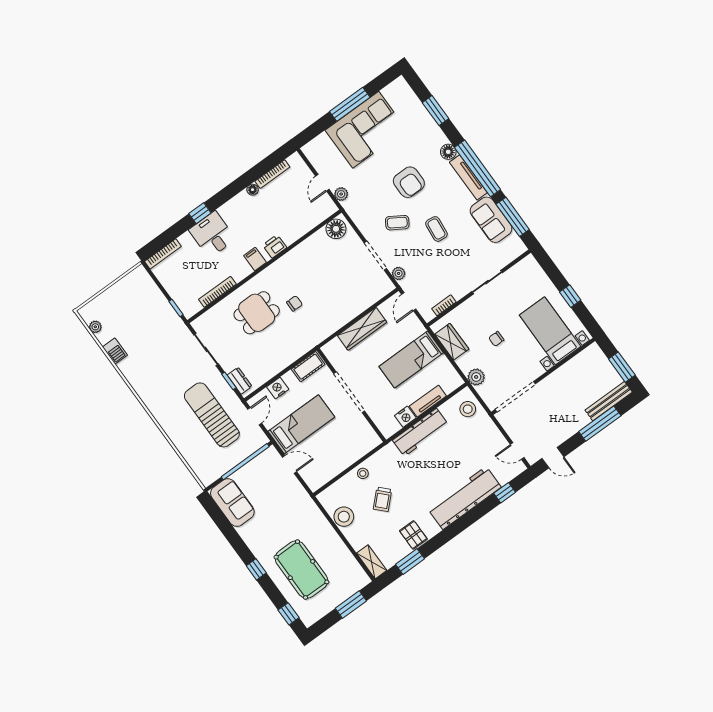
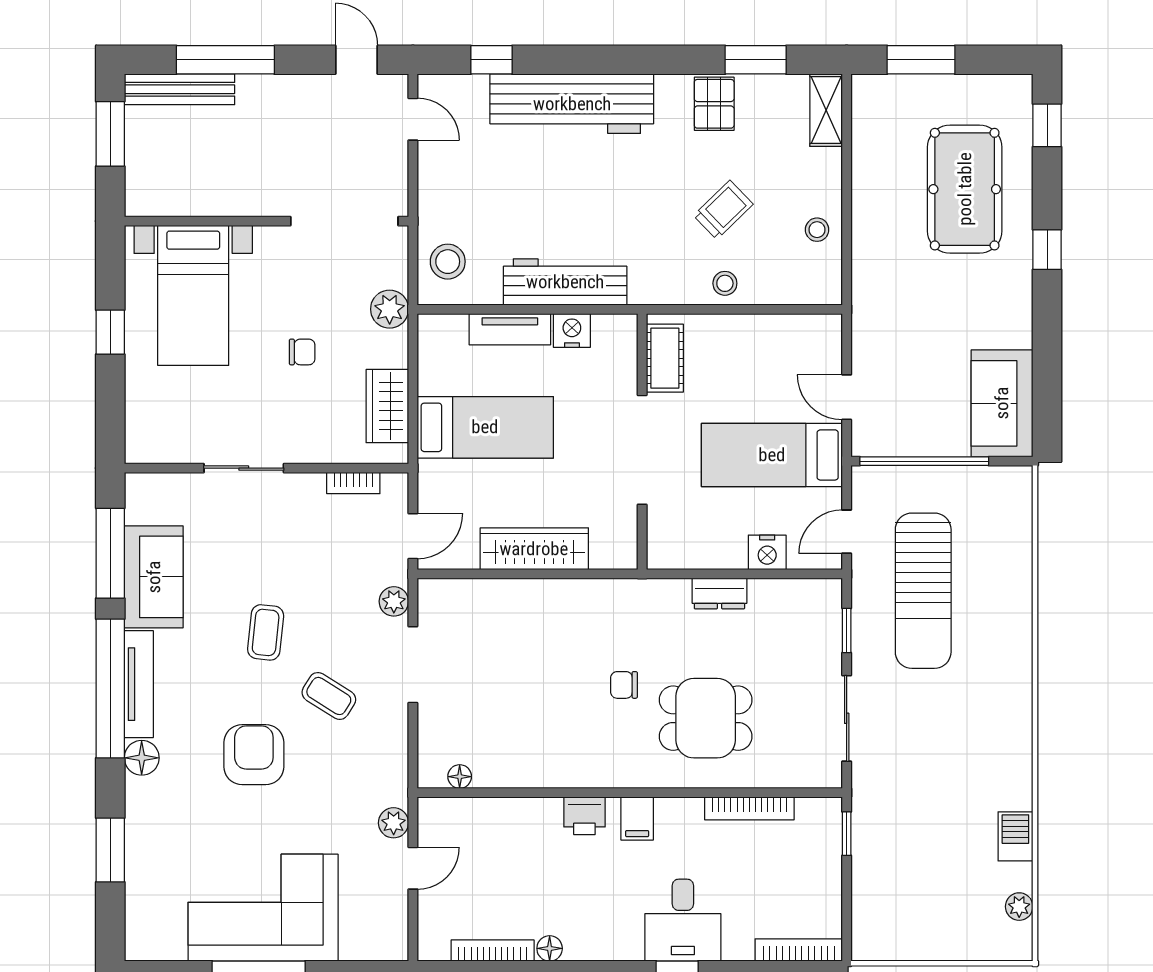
floor lamp: (336, 229) -> (460, 777), width x0.53, depth x0.53
cot: (308, 367) -> (665, 358), moved, turned 90
dresser: (240, 381) -> (719, 594), moved, turned -90
stool: (344, 517) -> (817, 230), width x0.53, depth x0.53

